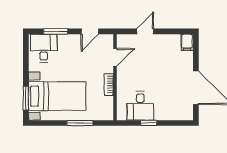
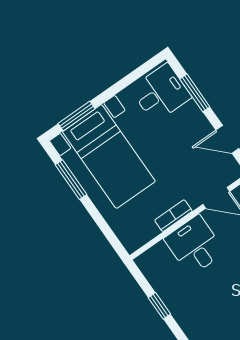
desk: (140, 106) -> (194, 245), moved, turned 90
window: (80, 123) -> (71, 180), moved

